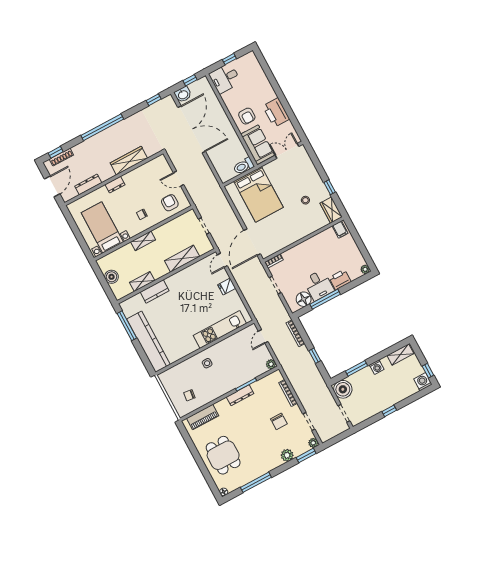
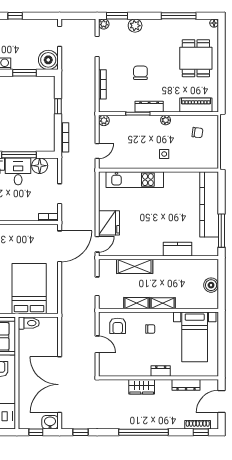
wardrobe: (129, 161) -> (142, 387), width x0.67
shelving: (142, 282) -> (137, 303), moved
fridge: (227, 286) -> (109, 223), width x1.88, depth x1.34
plant: (221, 392) -> (166, 120), added
chair: (279, 421) -> (140, 73), moved

